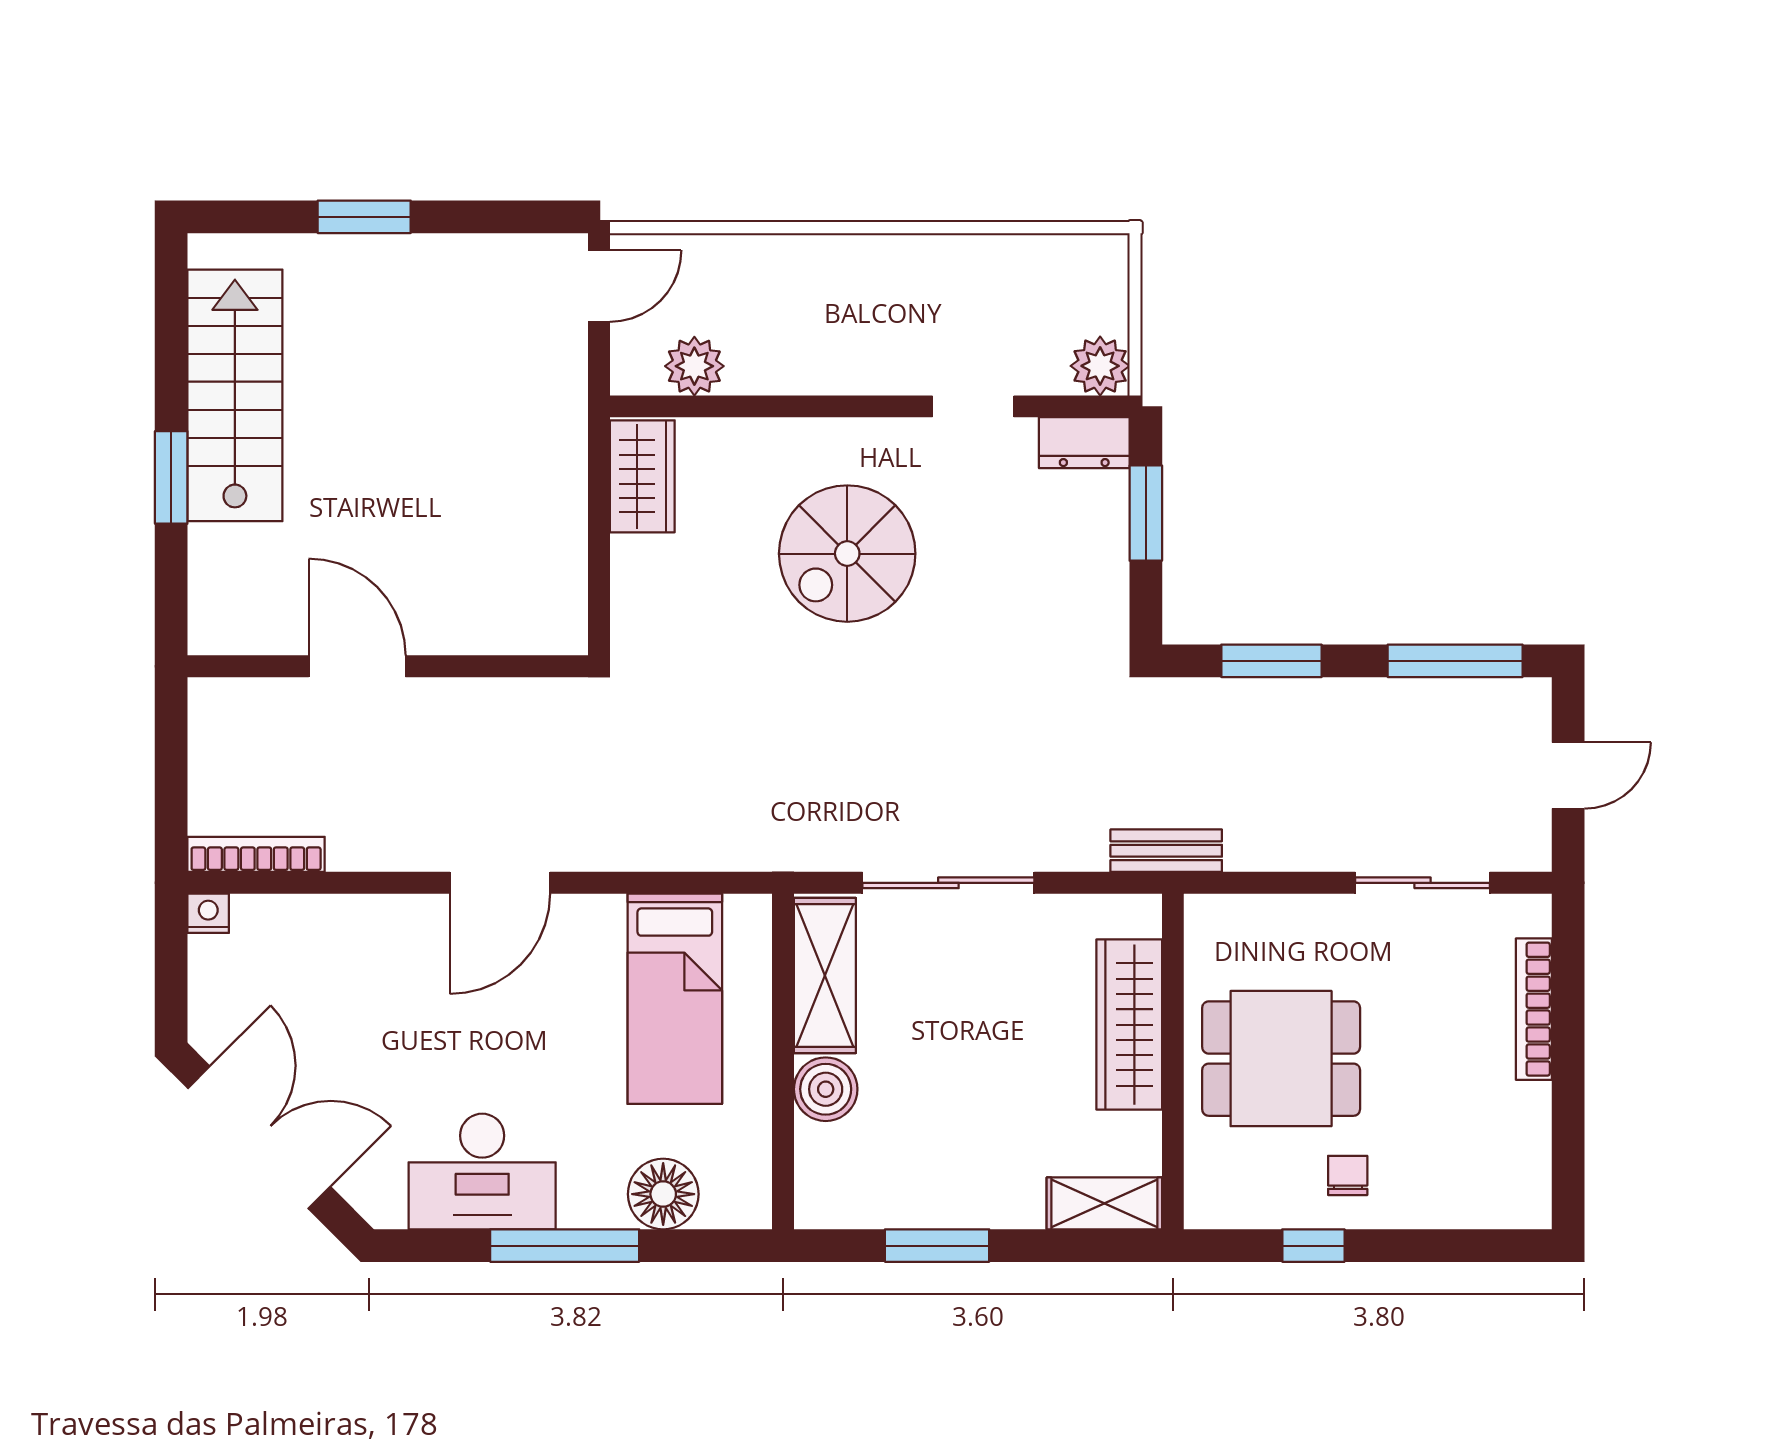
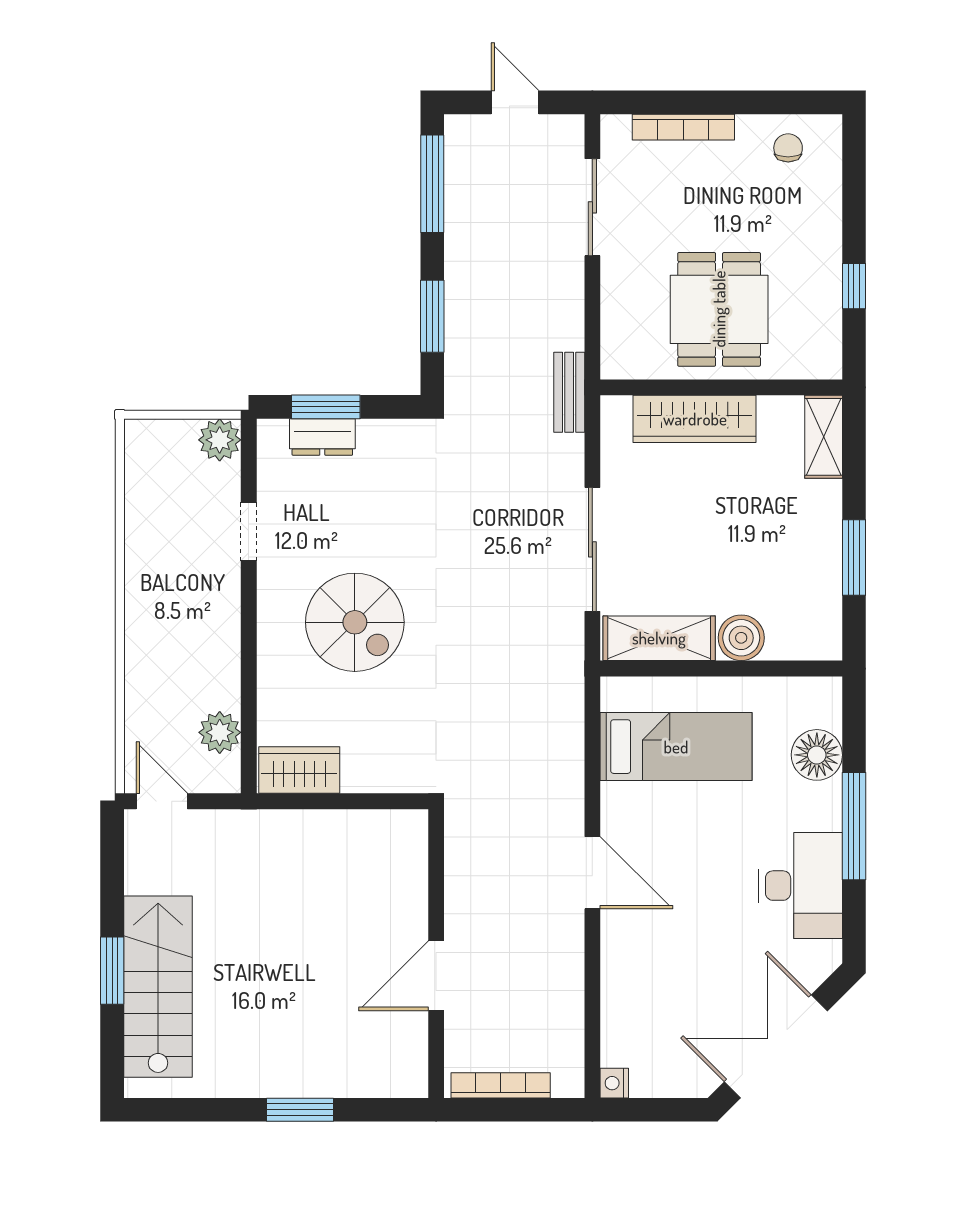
stairs: (235, 395) -> (158, 987), moved, turned 90
dresser: (1084, 443) -> (322, 437), moved, turned 90
bookcase: (256, 854) -> (501, 1085), moved, turned 90
chair: (1348, 1175) -> (788, 148), moved, turned 90

